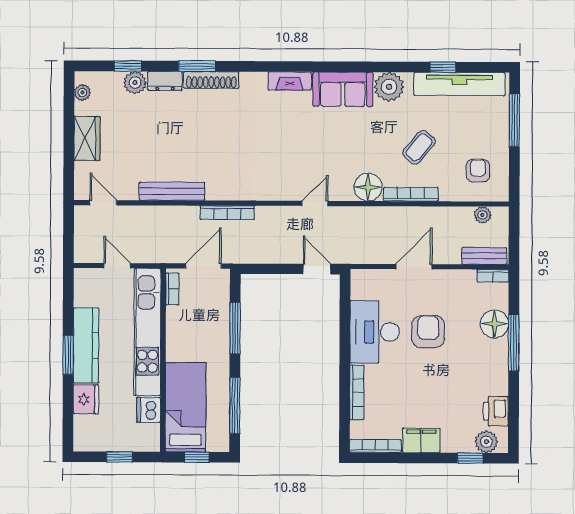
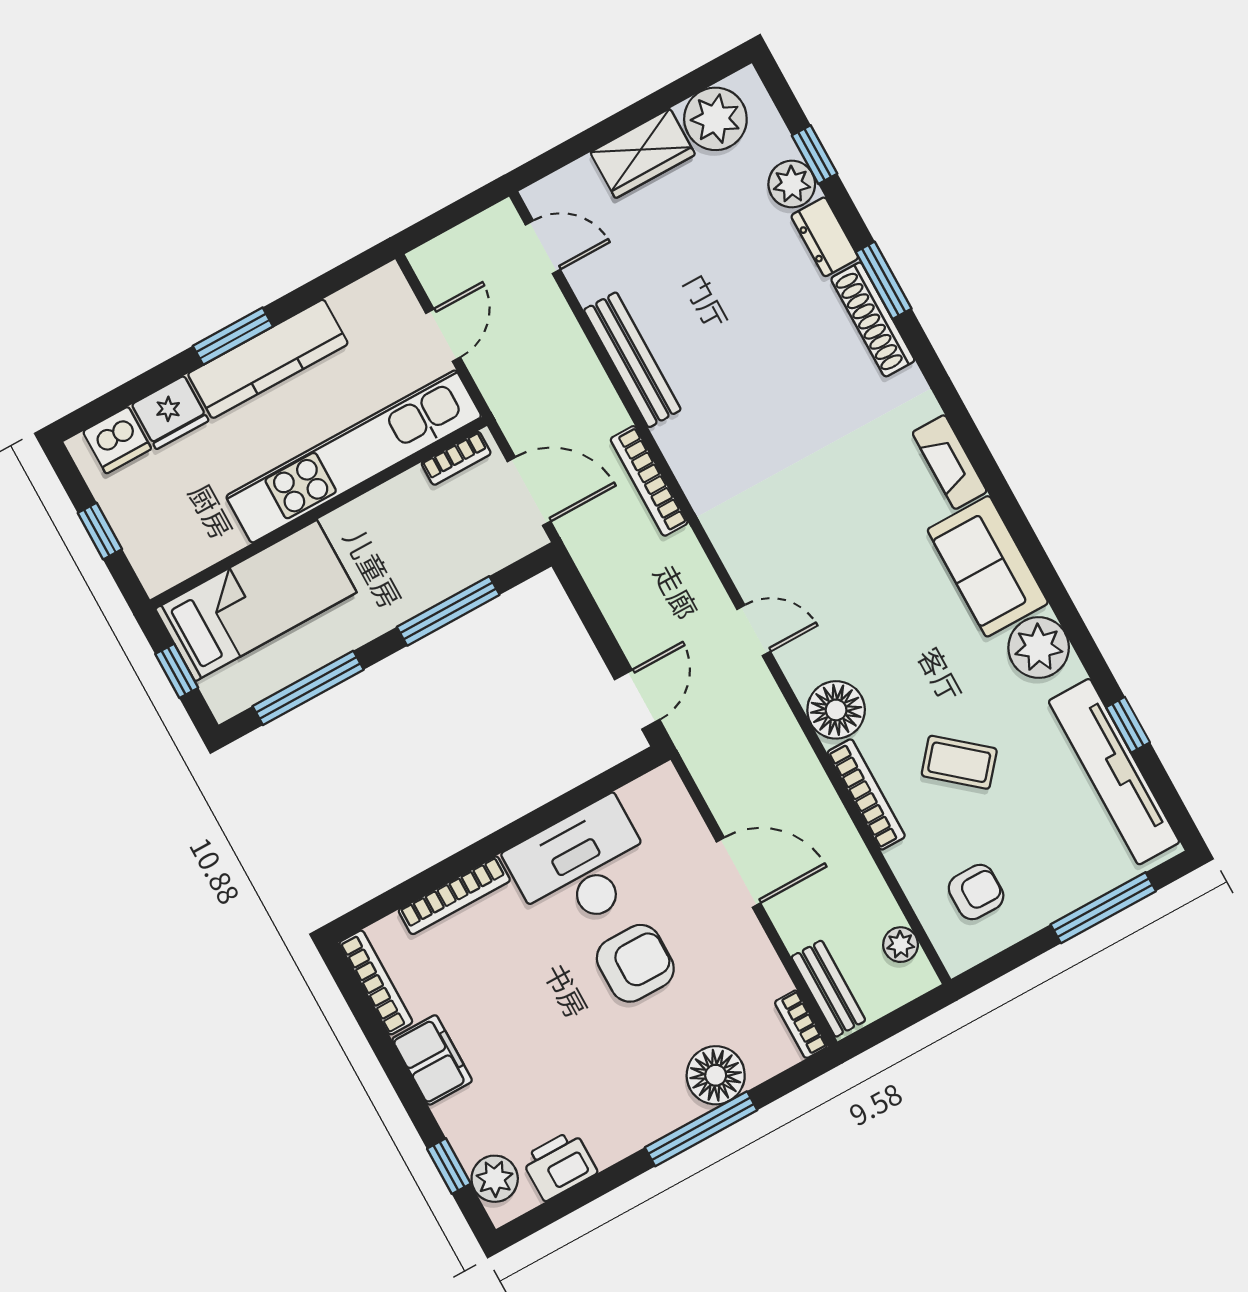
plant: (82, 92) -> (715, 119), width x1.88, depth x1.88
door: (103, 203) -> (543, 247), hinge flipped
dishwasher: (149, 410) -> (117, 440), moved, turned 180

